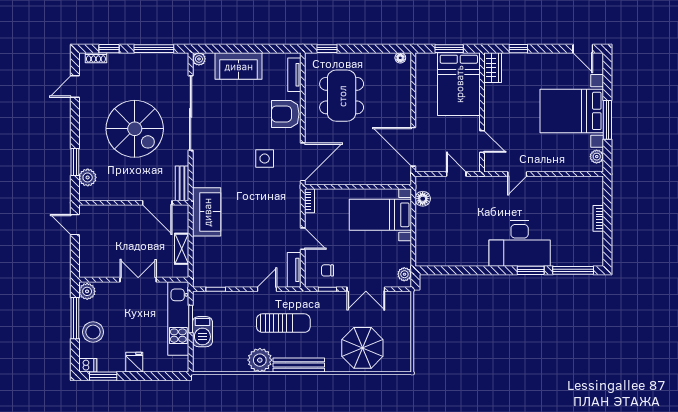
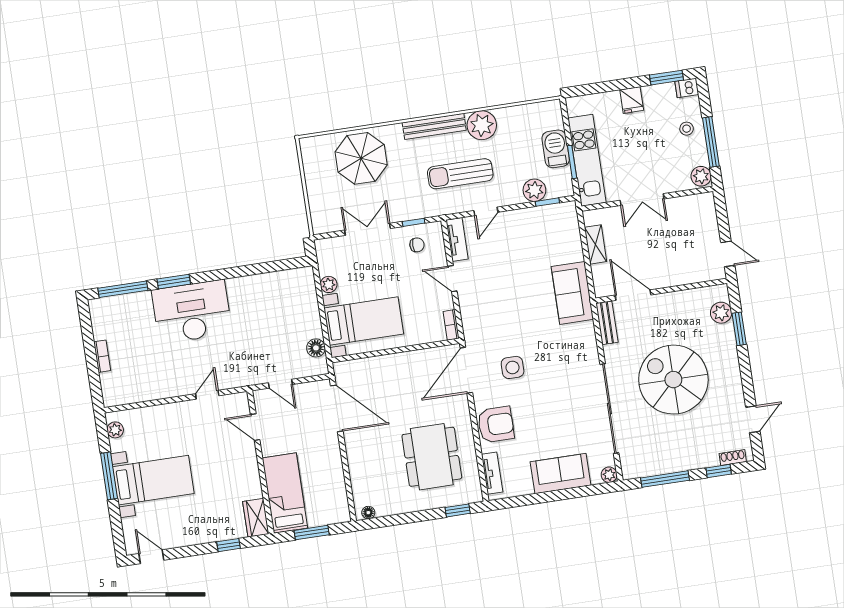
bed: (459, 84) -> (285, 493), width x0.67
bed with nightstands: (572, 111) -> (153, 480), width x0.73
plant: (404, 274) -> (329, 284), moved
plant: (225, 300) -> (534, 190), added
stool: (93, 332) -> (687, 129), width x0.53, depth x0.53

